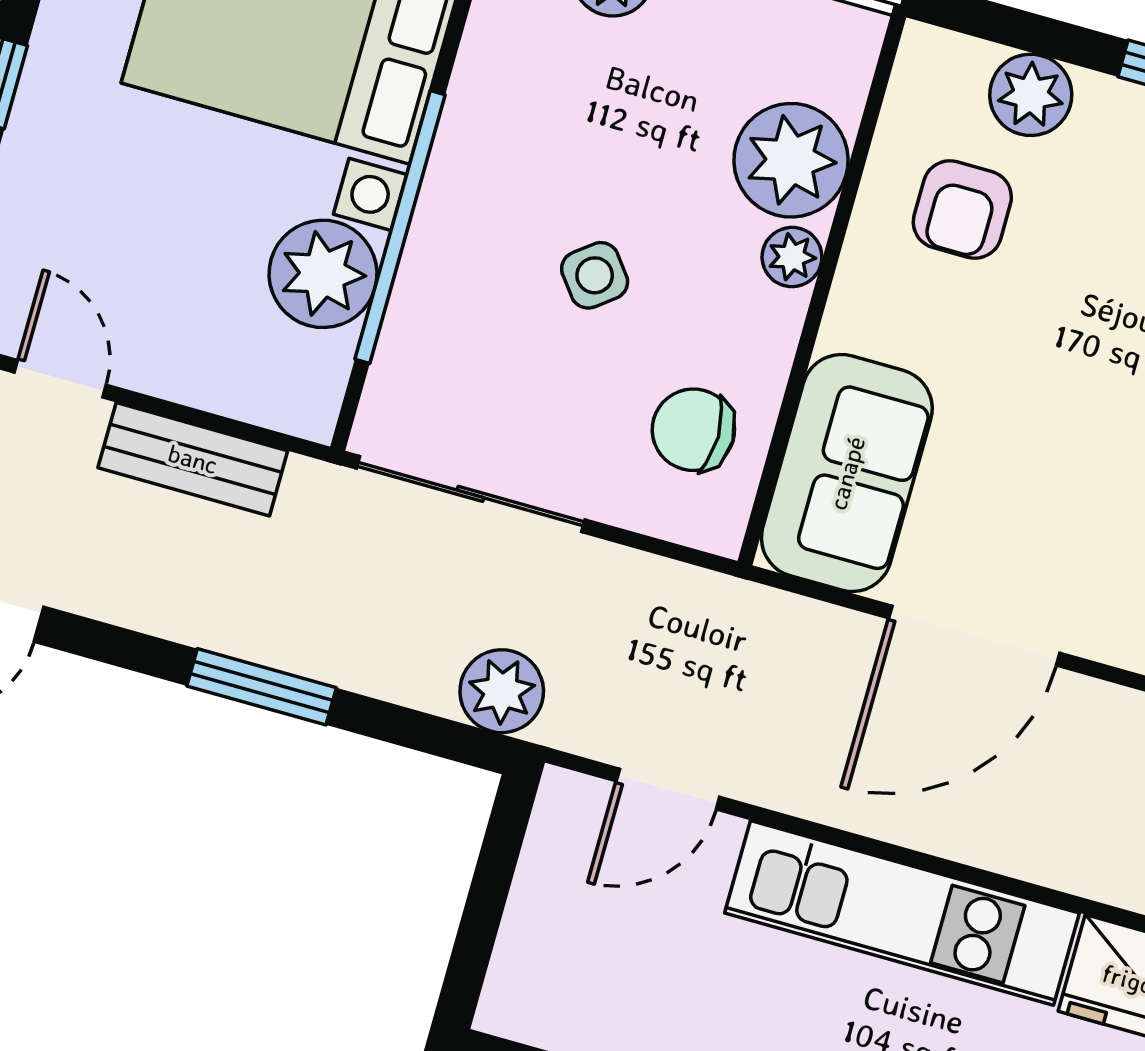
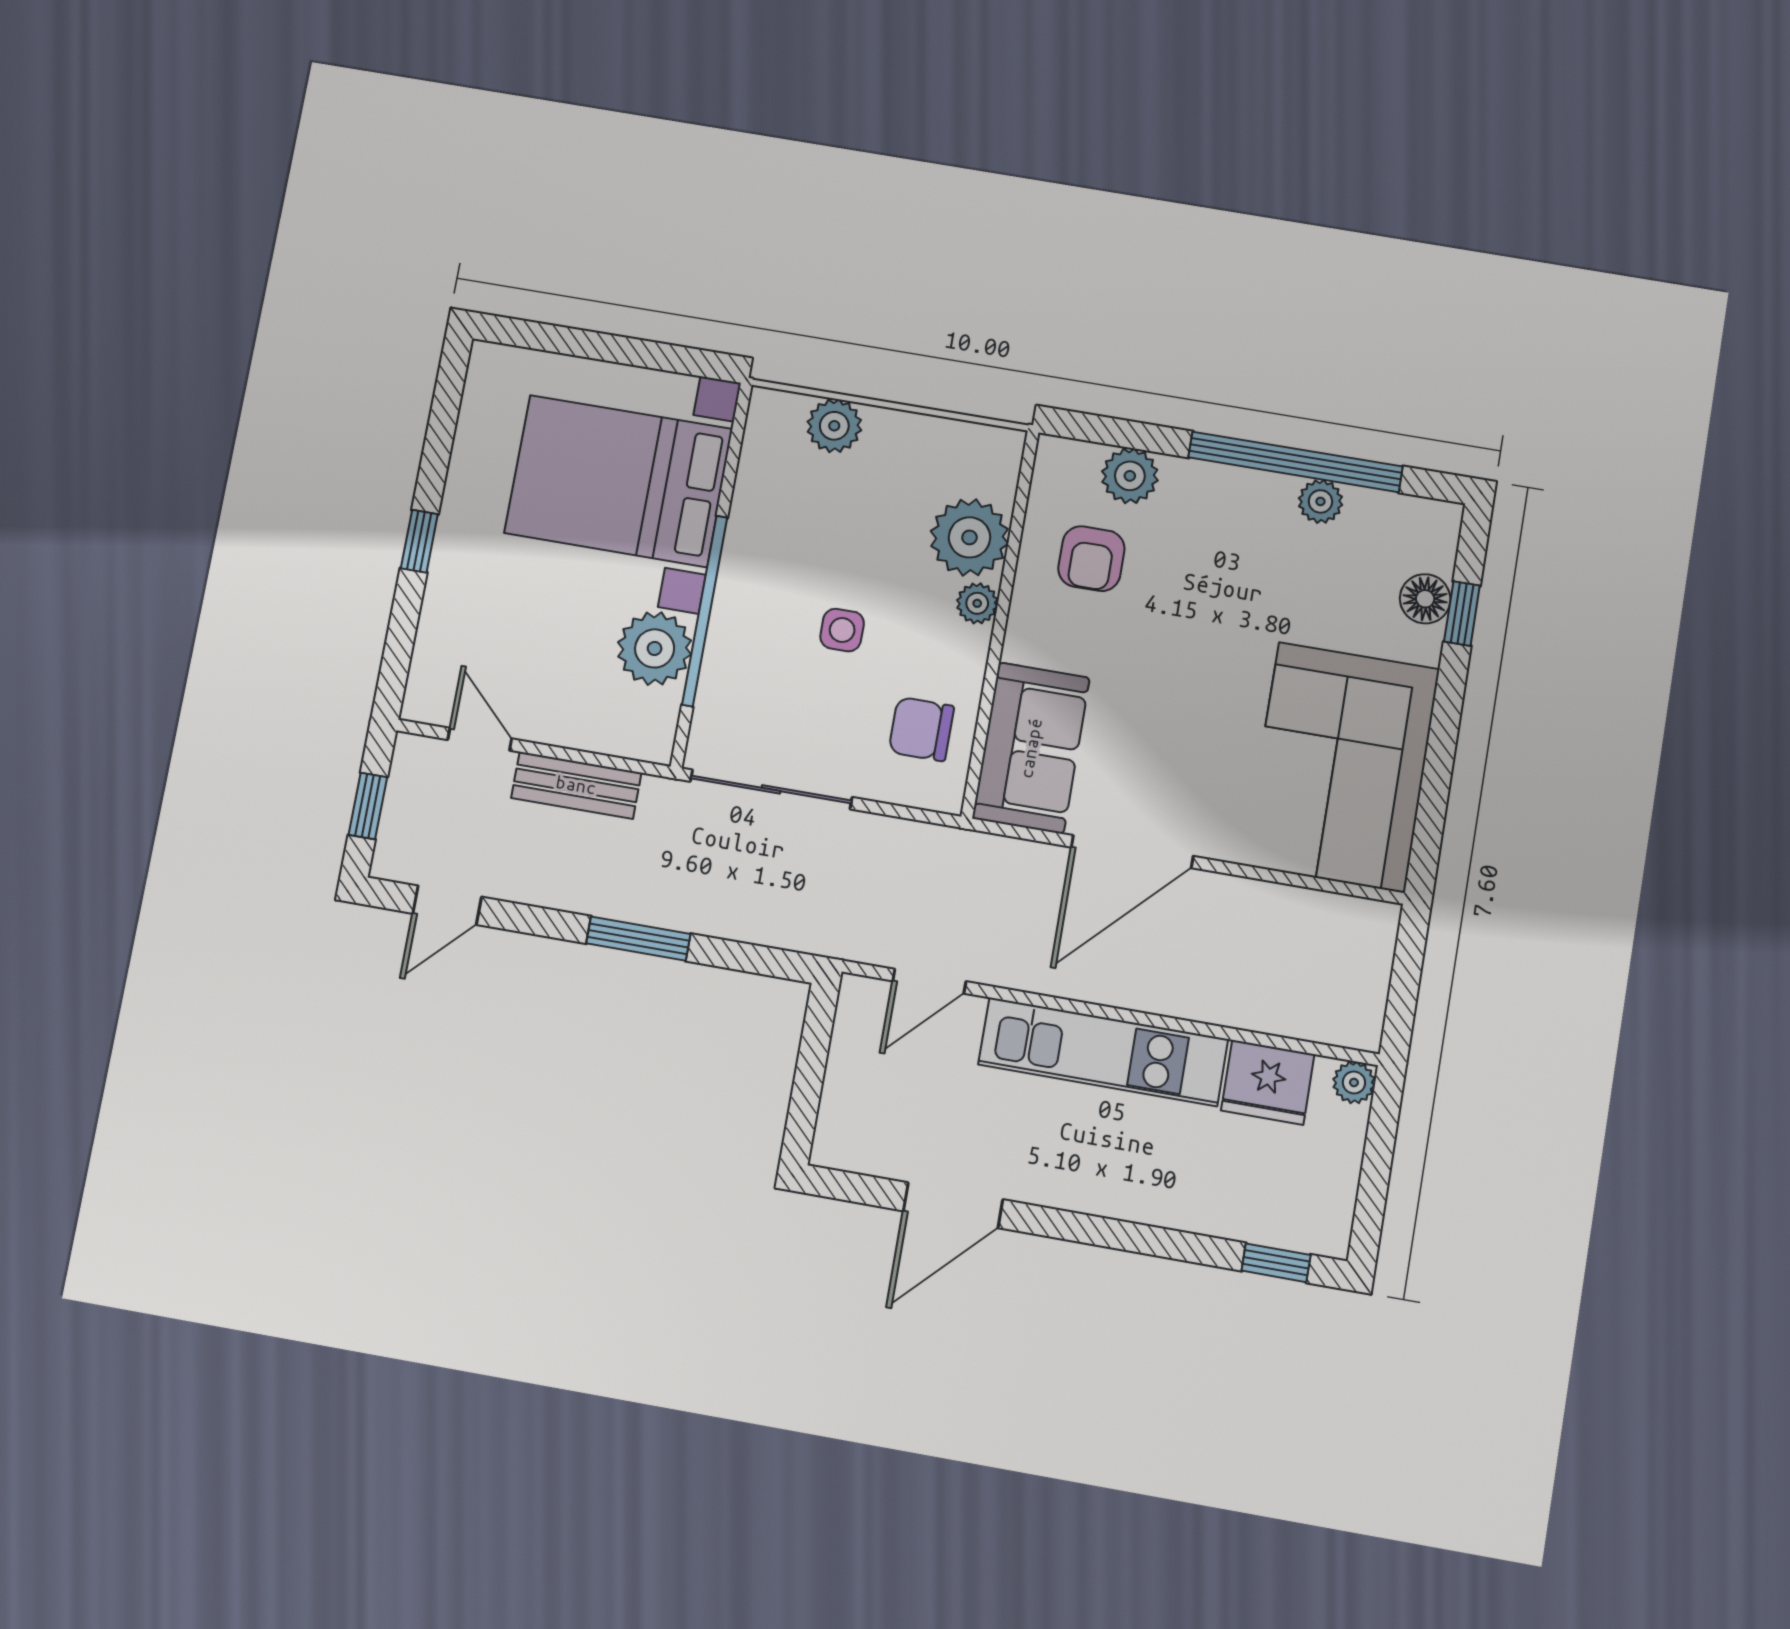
side table: (595, 275) -> (842, 630), turned 38
plant: (502, 691) -> (806, 924), removed

